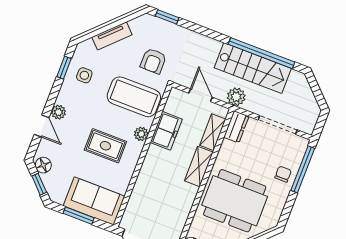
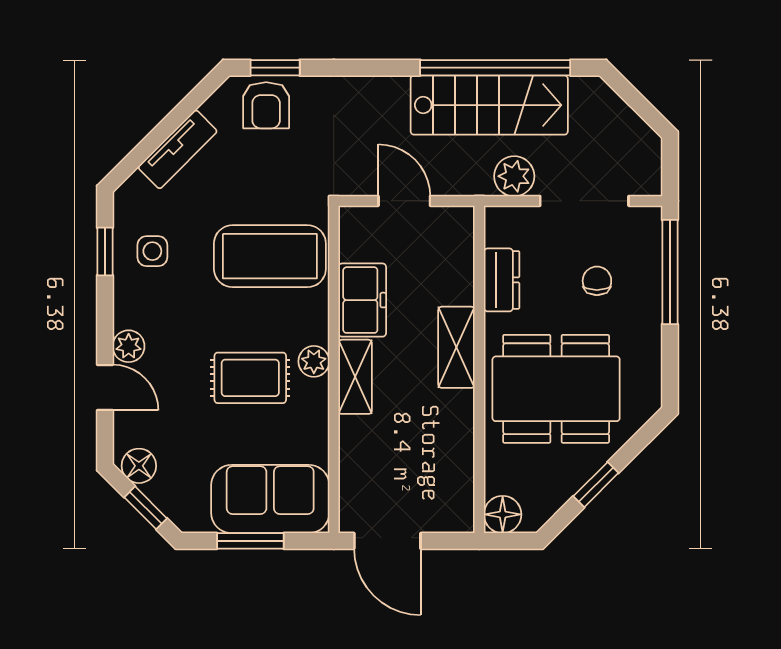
armchair: (153, 61) -> (266, 105), moved
plant: (236, 97) -> (514, 176), moved
dresser: (236, 127) -> (502, 280), moved
shelving: (213, 132) -> (355, 377), moved
plant: (141, 134) -> (314, 361), moved
chair: (283, 174) -> (597, 281), moved

